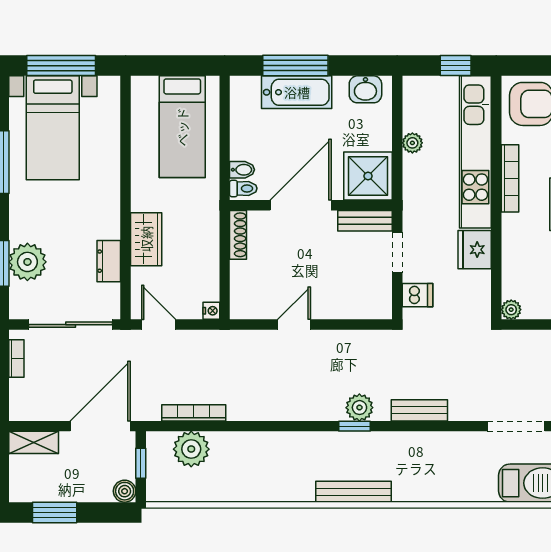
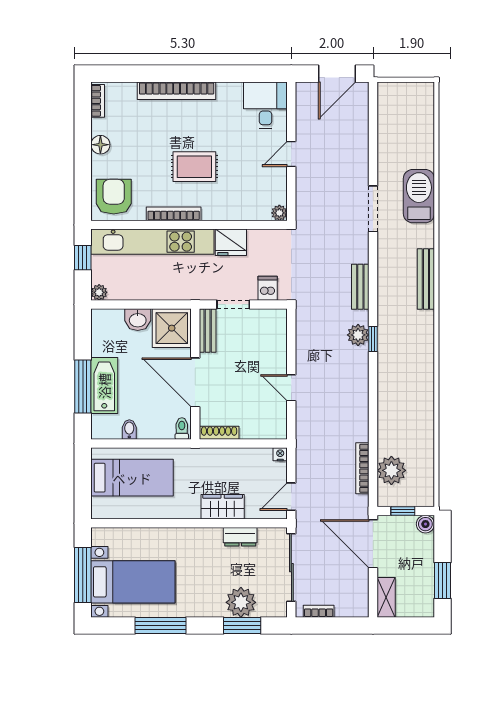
washbasin: (365, 89) -> (138, 320), moved, turned 90
plant: (412, 143) -> (99, 292), moved
bidet: (242, 170) -> (129, 430), moved
bench: (353, 492) -> (426, 279), moved

